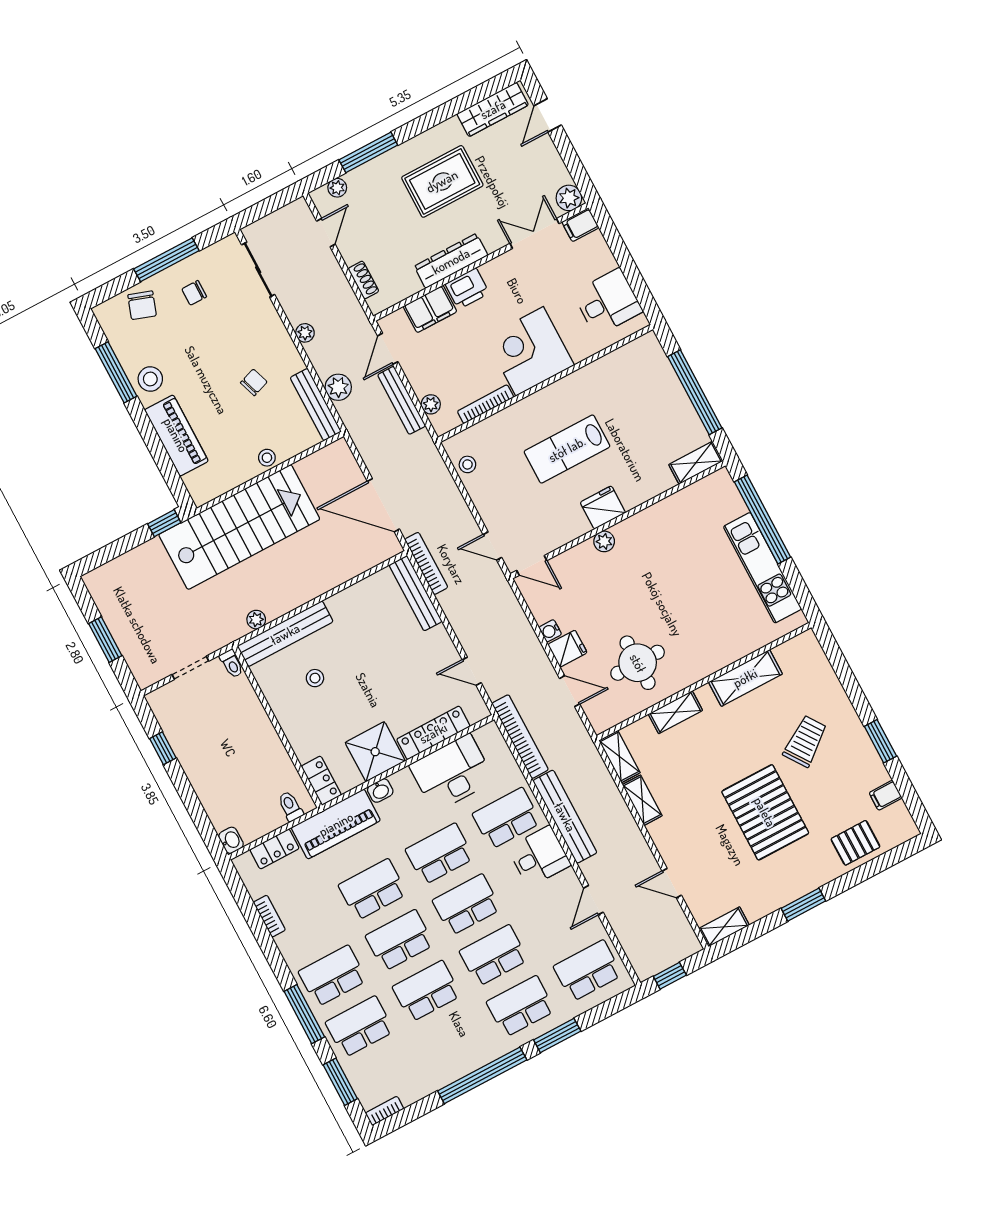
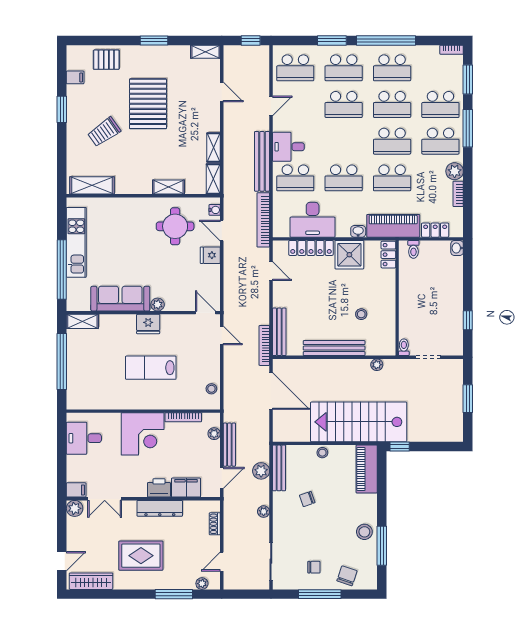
piano: (176, 435) -> (367, 469), moved
lab bench: (567, 449) -> (151, 368), turned 180
sofa: (660, 522) -> (120, 299), added
water cooler: (550, 631) -> (215, 210), moved
bench: (285, 634) -> (334, 348), moved
shelving: (745, 678) -> (92, 185), moved
school desk: (467, 905) -> (392, 68), moved
plant: (291, 945) -> (455, 171), added

